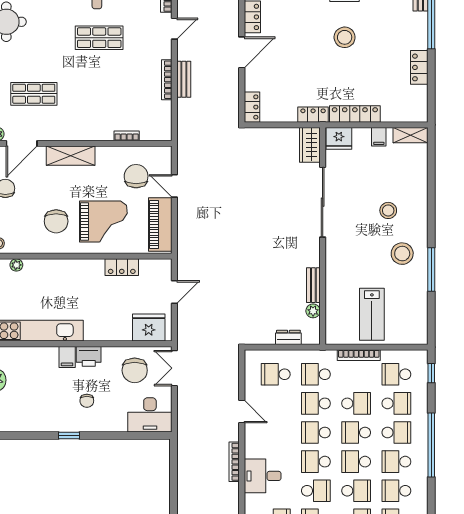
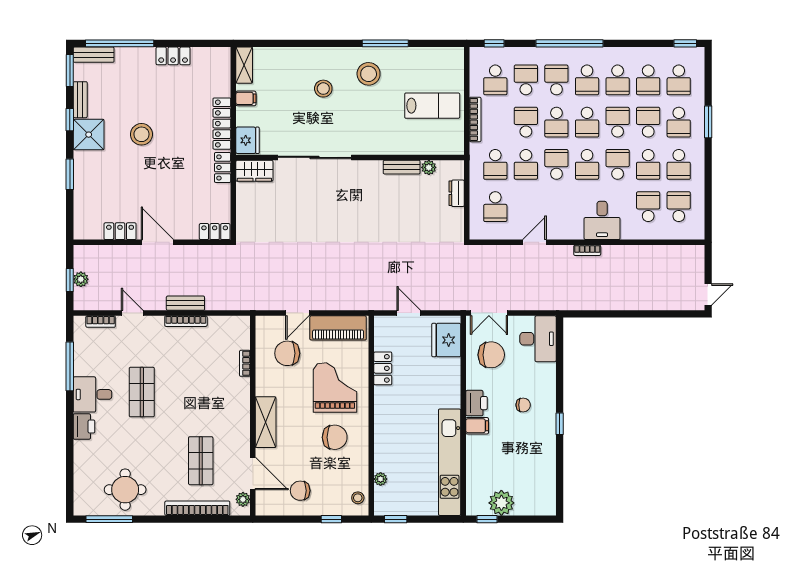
school desk: (316, 432) -> (556, 164), turned 180
bookcase: (234, 462) -> (587, 250), width x0.64

